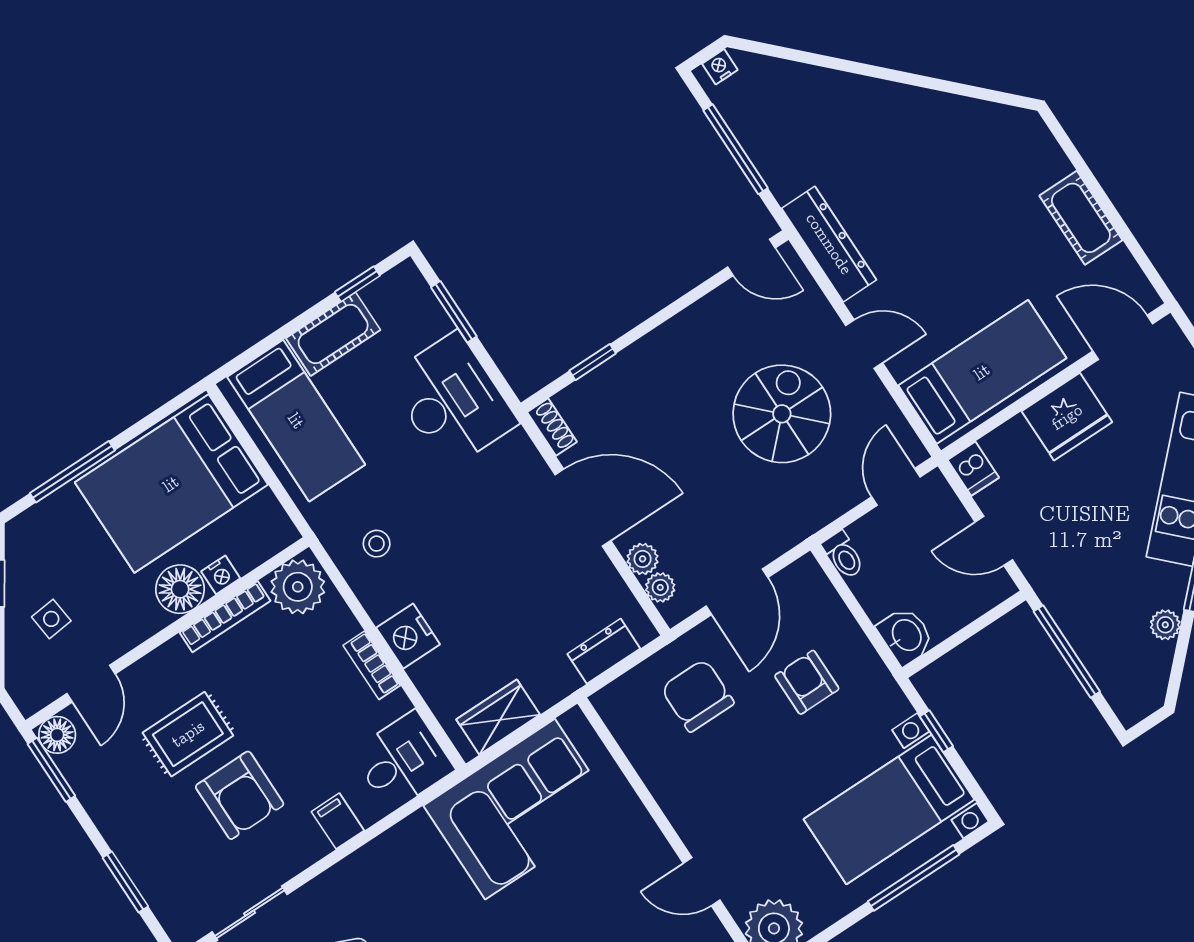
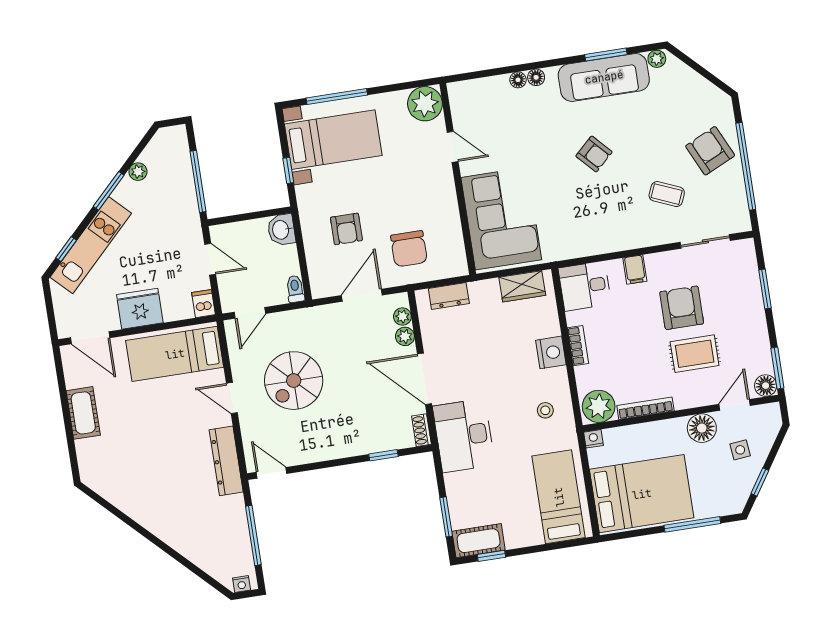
cot: (333, 334) -> (479, 541), moved
desk: (452, 401) -> (464, 435), moved
nightstand: (221, 575) -> (593, 439), moved
floor lamp: (180, 589) -> (702, 428), moved
corner sofa: (520, 809) -> (501, 219), moved, turned 90

